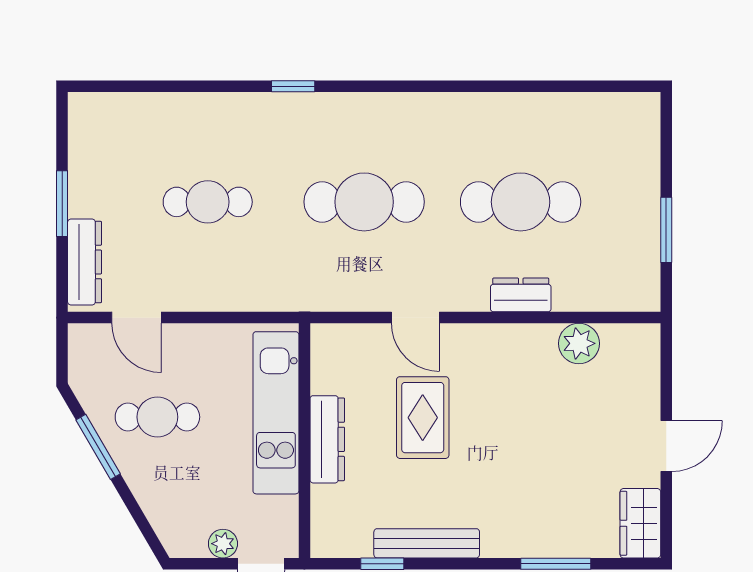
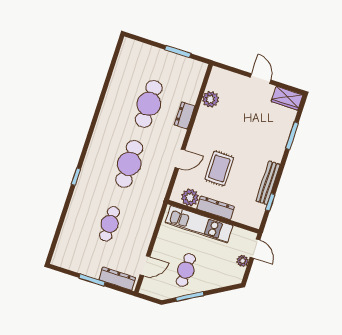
plant: (332, 371) -> (190, 197), added
rug: (423, 418) -> (219, 168), turned 90

